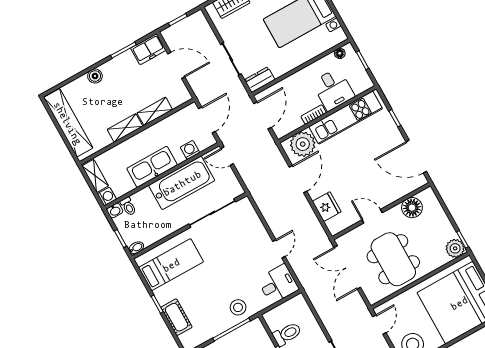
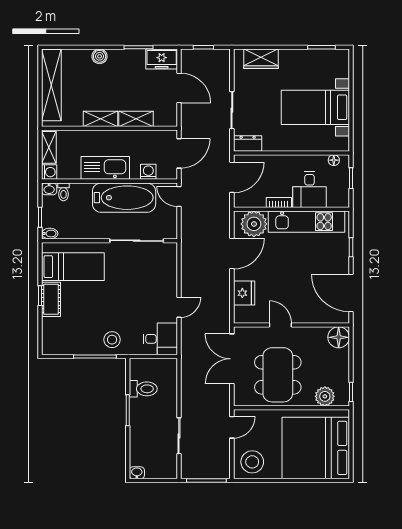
floor lamp: (412, 208) -> (339, 337), moved
plant: (455, 248) -> (325, 396), moved
cot: (177, 317) -> (51, 299), moved

